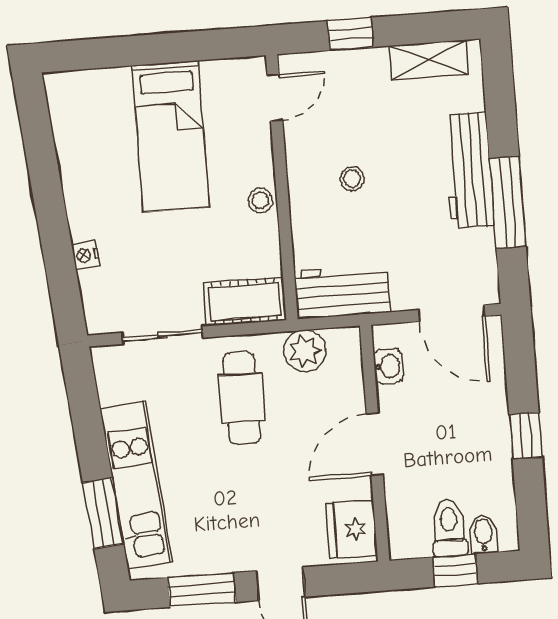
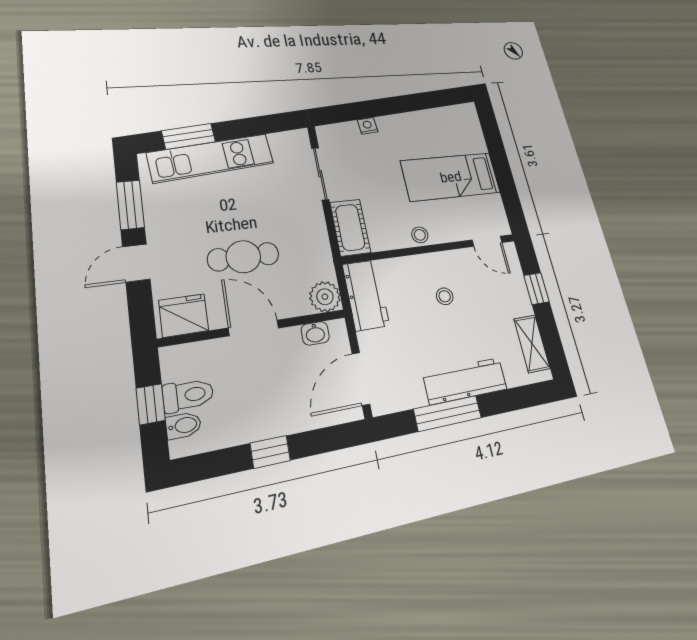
plant: (305, 351) -> (325, 297), moved
cafe table: (242, 398) -> (243, 257), moved

